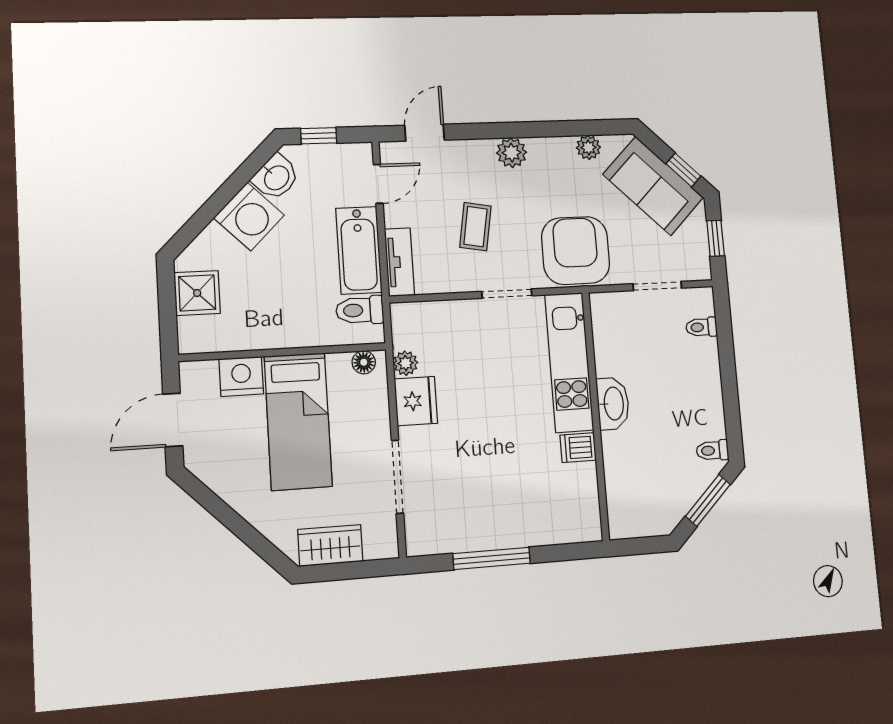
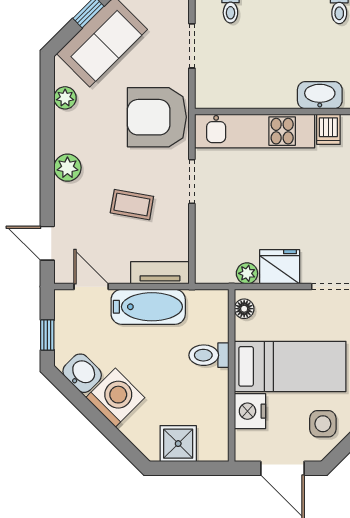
toilet: (360, 310) -> (209, 355), moved, turned 90
washbasin: (613, 404) -> (320, 95), moved
side table: (230, 465) -> (323, 424), added

